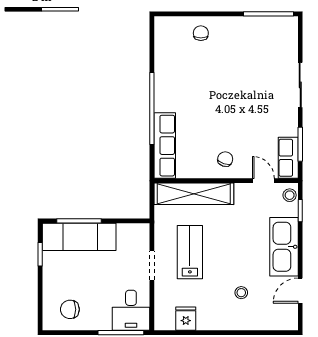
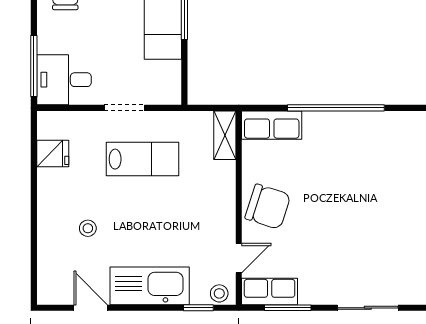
row of seats: (165, 146) -> (272, 125), width x0.68
chair: (225, 159) -> (268, 207), width x1.87, depth x1.87
shelving: (194, 194) -> (225, 135), width x0.45, depth x0.75

